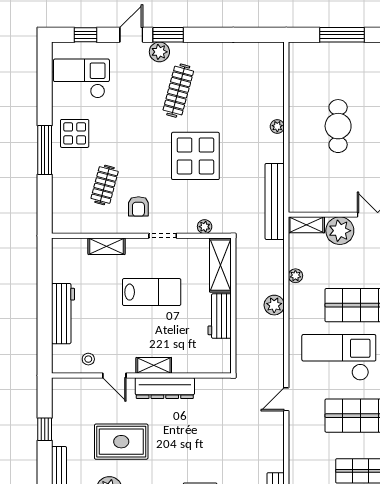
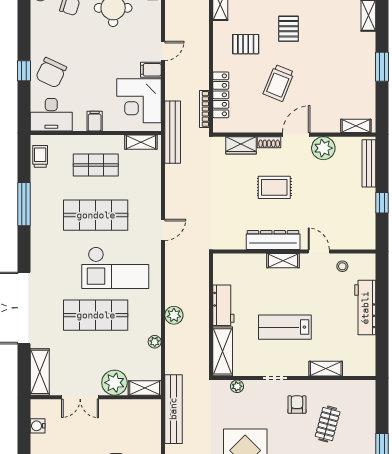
rug: (121, 442) -> (274, 187), moved, width x0.73, depth x0.70

